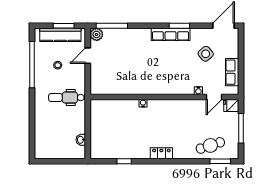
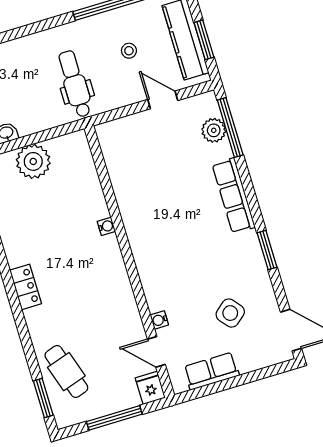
plant: (97, 34) -> (214, 130), moved
row of seats: (171, 34) -> (234, 196), moved
plant: (99, 130) -> (33, 161), added

